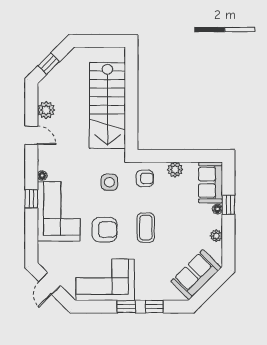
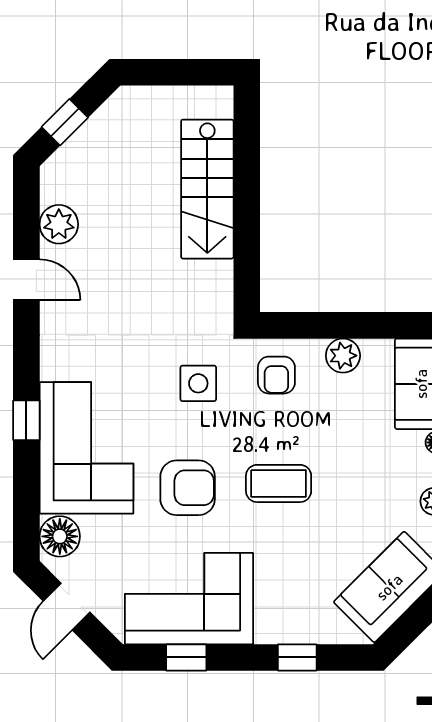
stairs: (107, 105) -> (207, 189), width x0.73, depth x0.66
floor lamp: (42, 175) -> (60, 536), moved, width x1.89, depth x1.89
armchair: (145, 178) -> (276, 375), turned 90
coffee table: (146, 228) -> (279, 483), turned 90
window: (126, 307) -> (186, 657), moved

